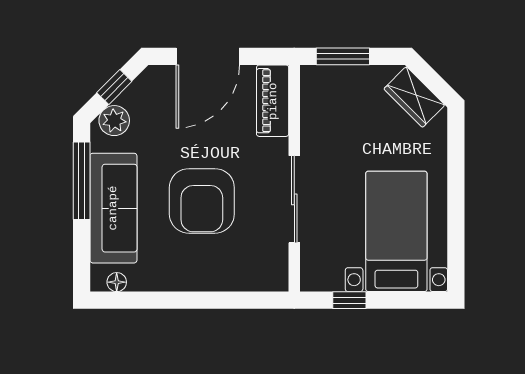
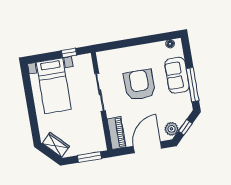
plant: (114, 121) -> (172, 129), moved
sofa: (113, 208) -> (177, 75), width x0.73

